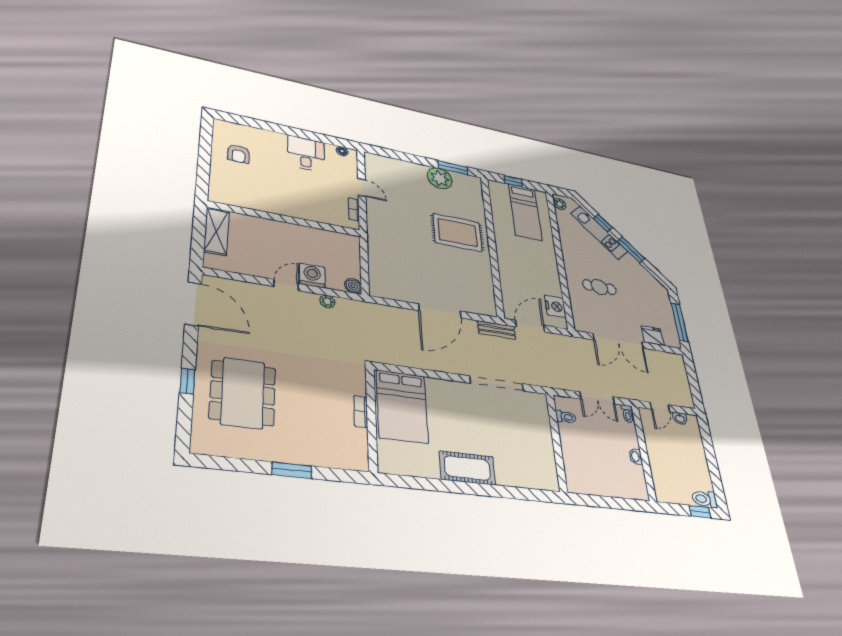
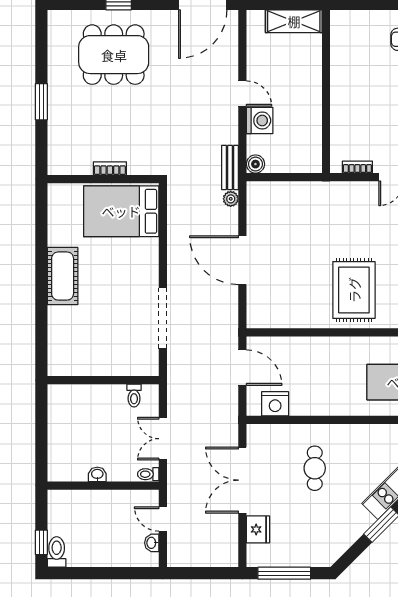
plant: (327, 301) -> (231, 199), moved
bench: (497, 330) -> (230, 168), moved

